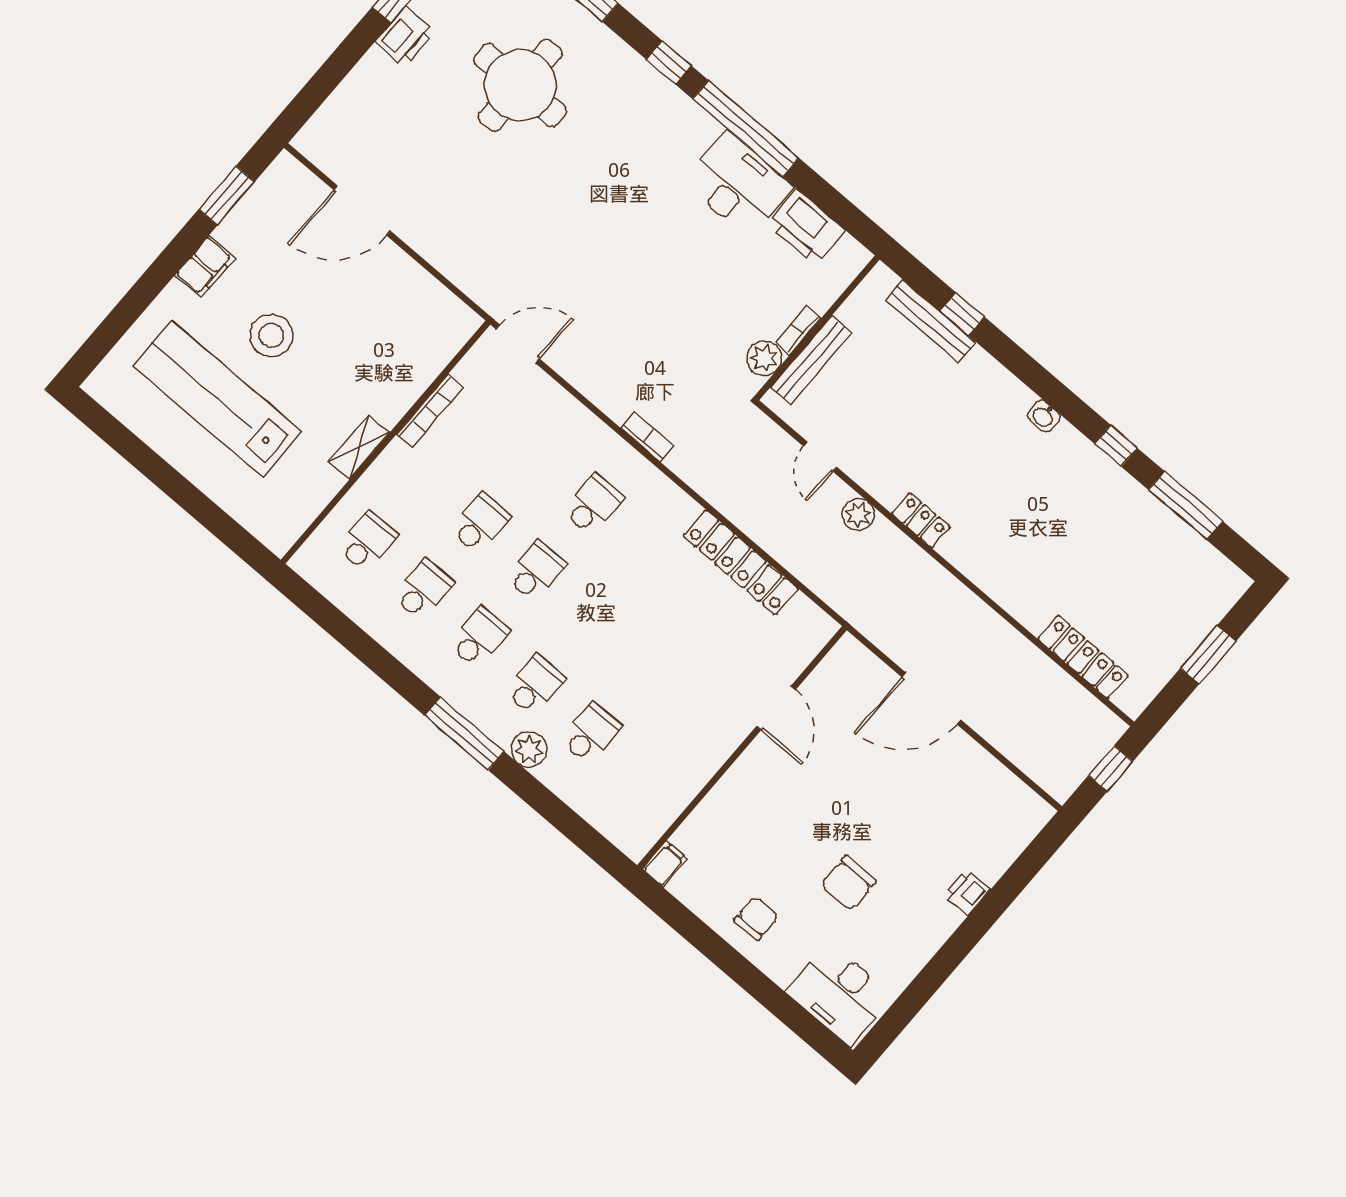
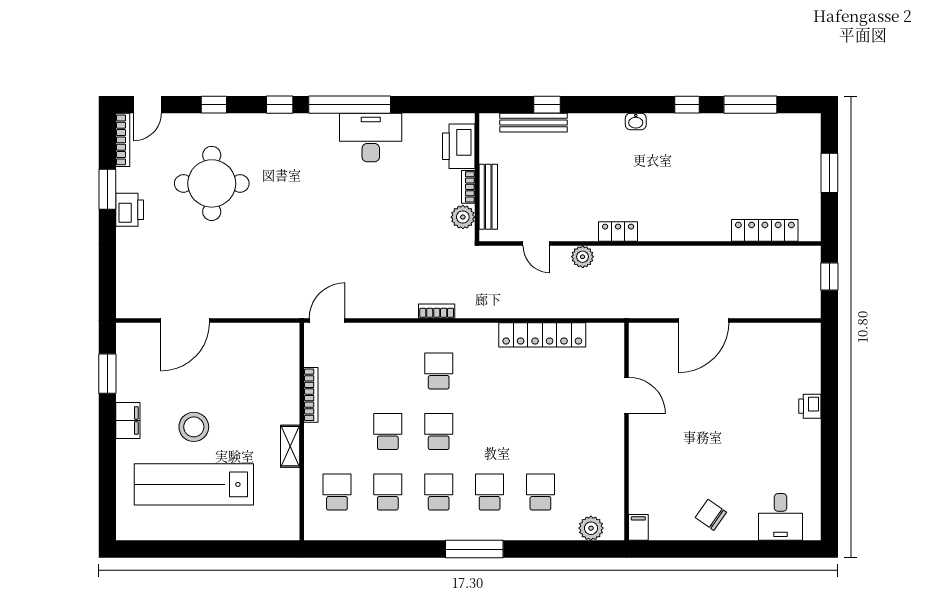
printer: (806, 227) -> (459, 146), moved, turned 90
plant: (529, 749) -> (591, 528), moved
chair: (848, 883) -> (743, 455), removed
chair: (756, 919) -> (711, 515), turned -55
desk: (840, 994) -> (780, 517), width x0.73

